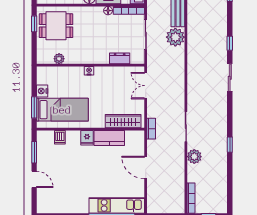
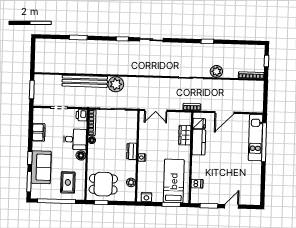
dining table: (56, 26) -> (103, 184), turned 90
dresser: (120, 58) -> (132, 151), moved
nightstand: (42, 91) -> (146, 197), moved
wardrobe: (123, 121) -> (185, 135), width x0.67
fridge: (87, 138) -> (199, 124), moved

